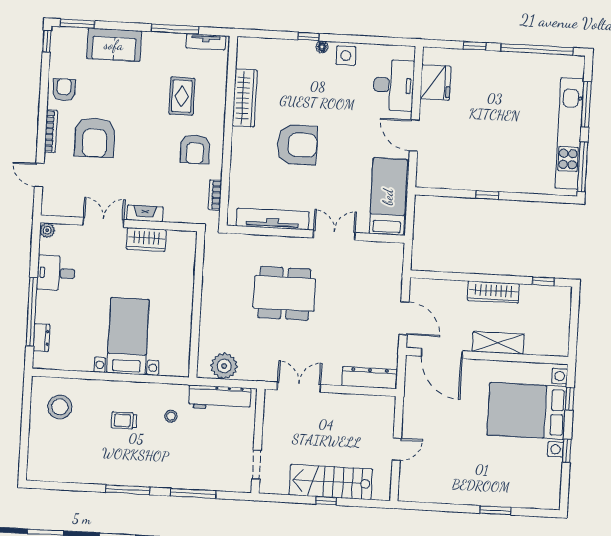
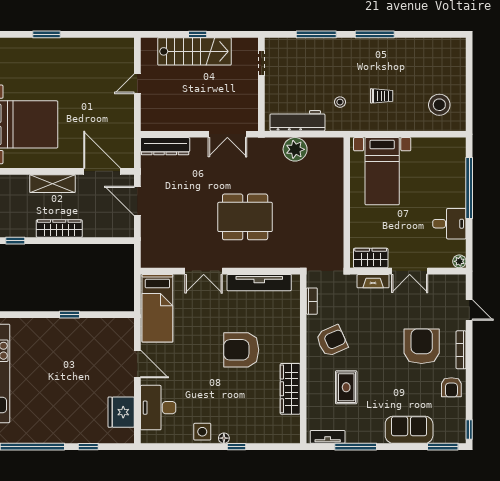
armchair: (195, 149) -> (332, 341), turned 66
wall: (197, 304) -> (347, 203), moved
dresser: (41, 338) -> (459, 165), removed

